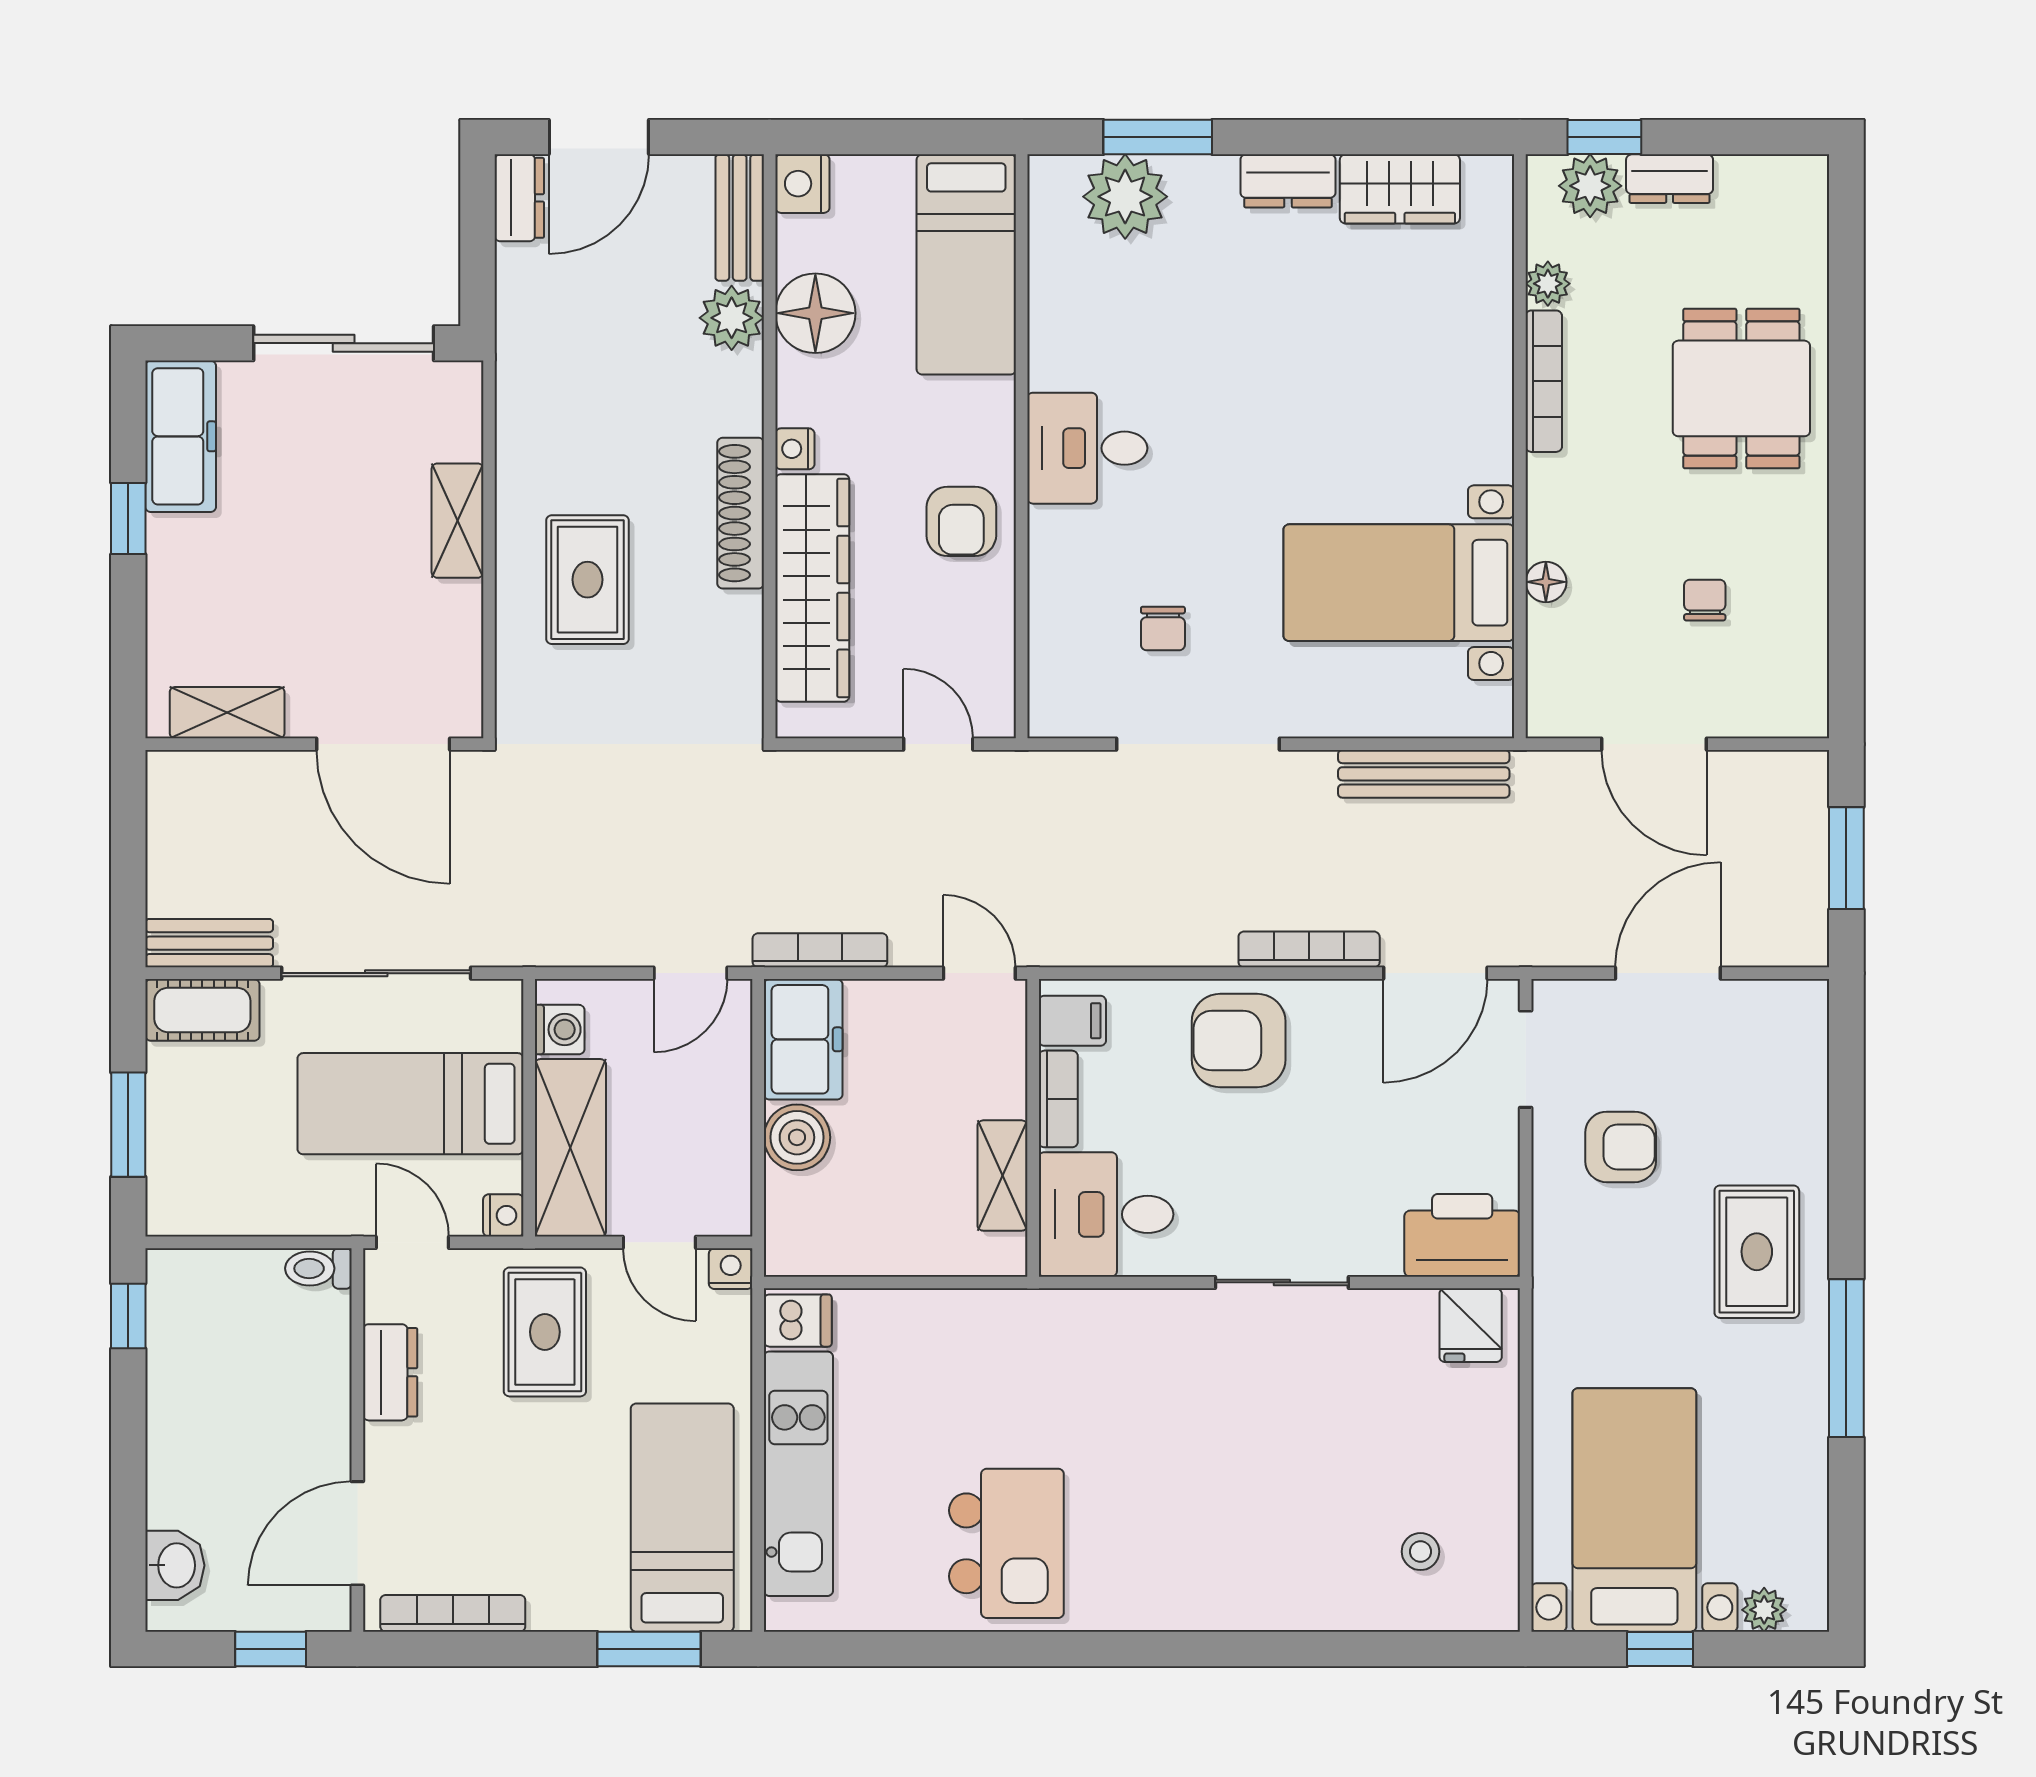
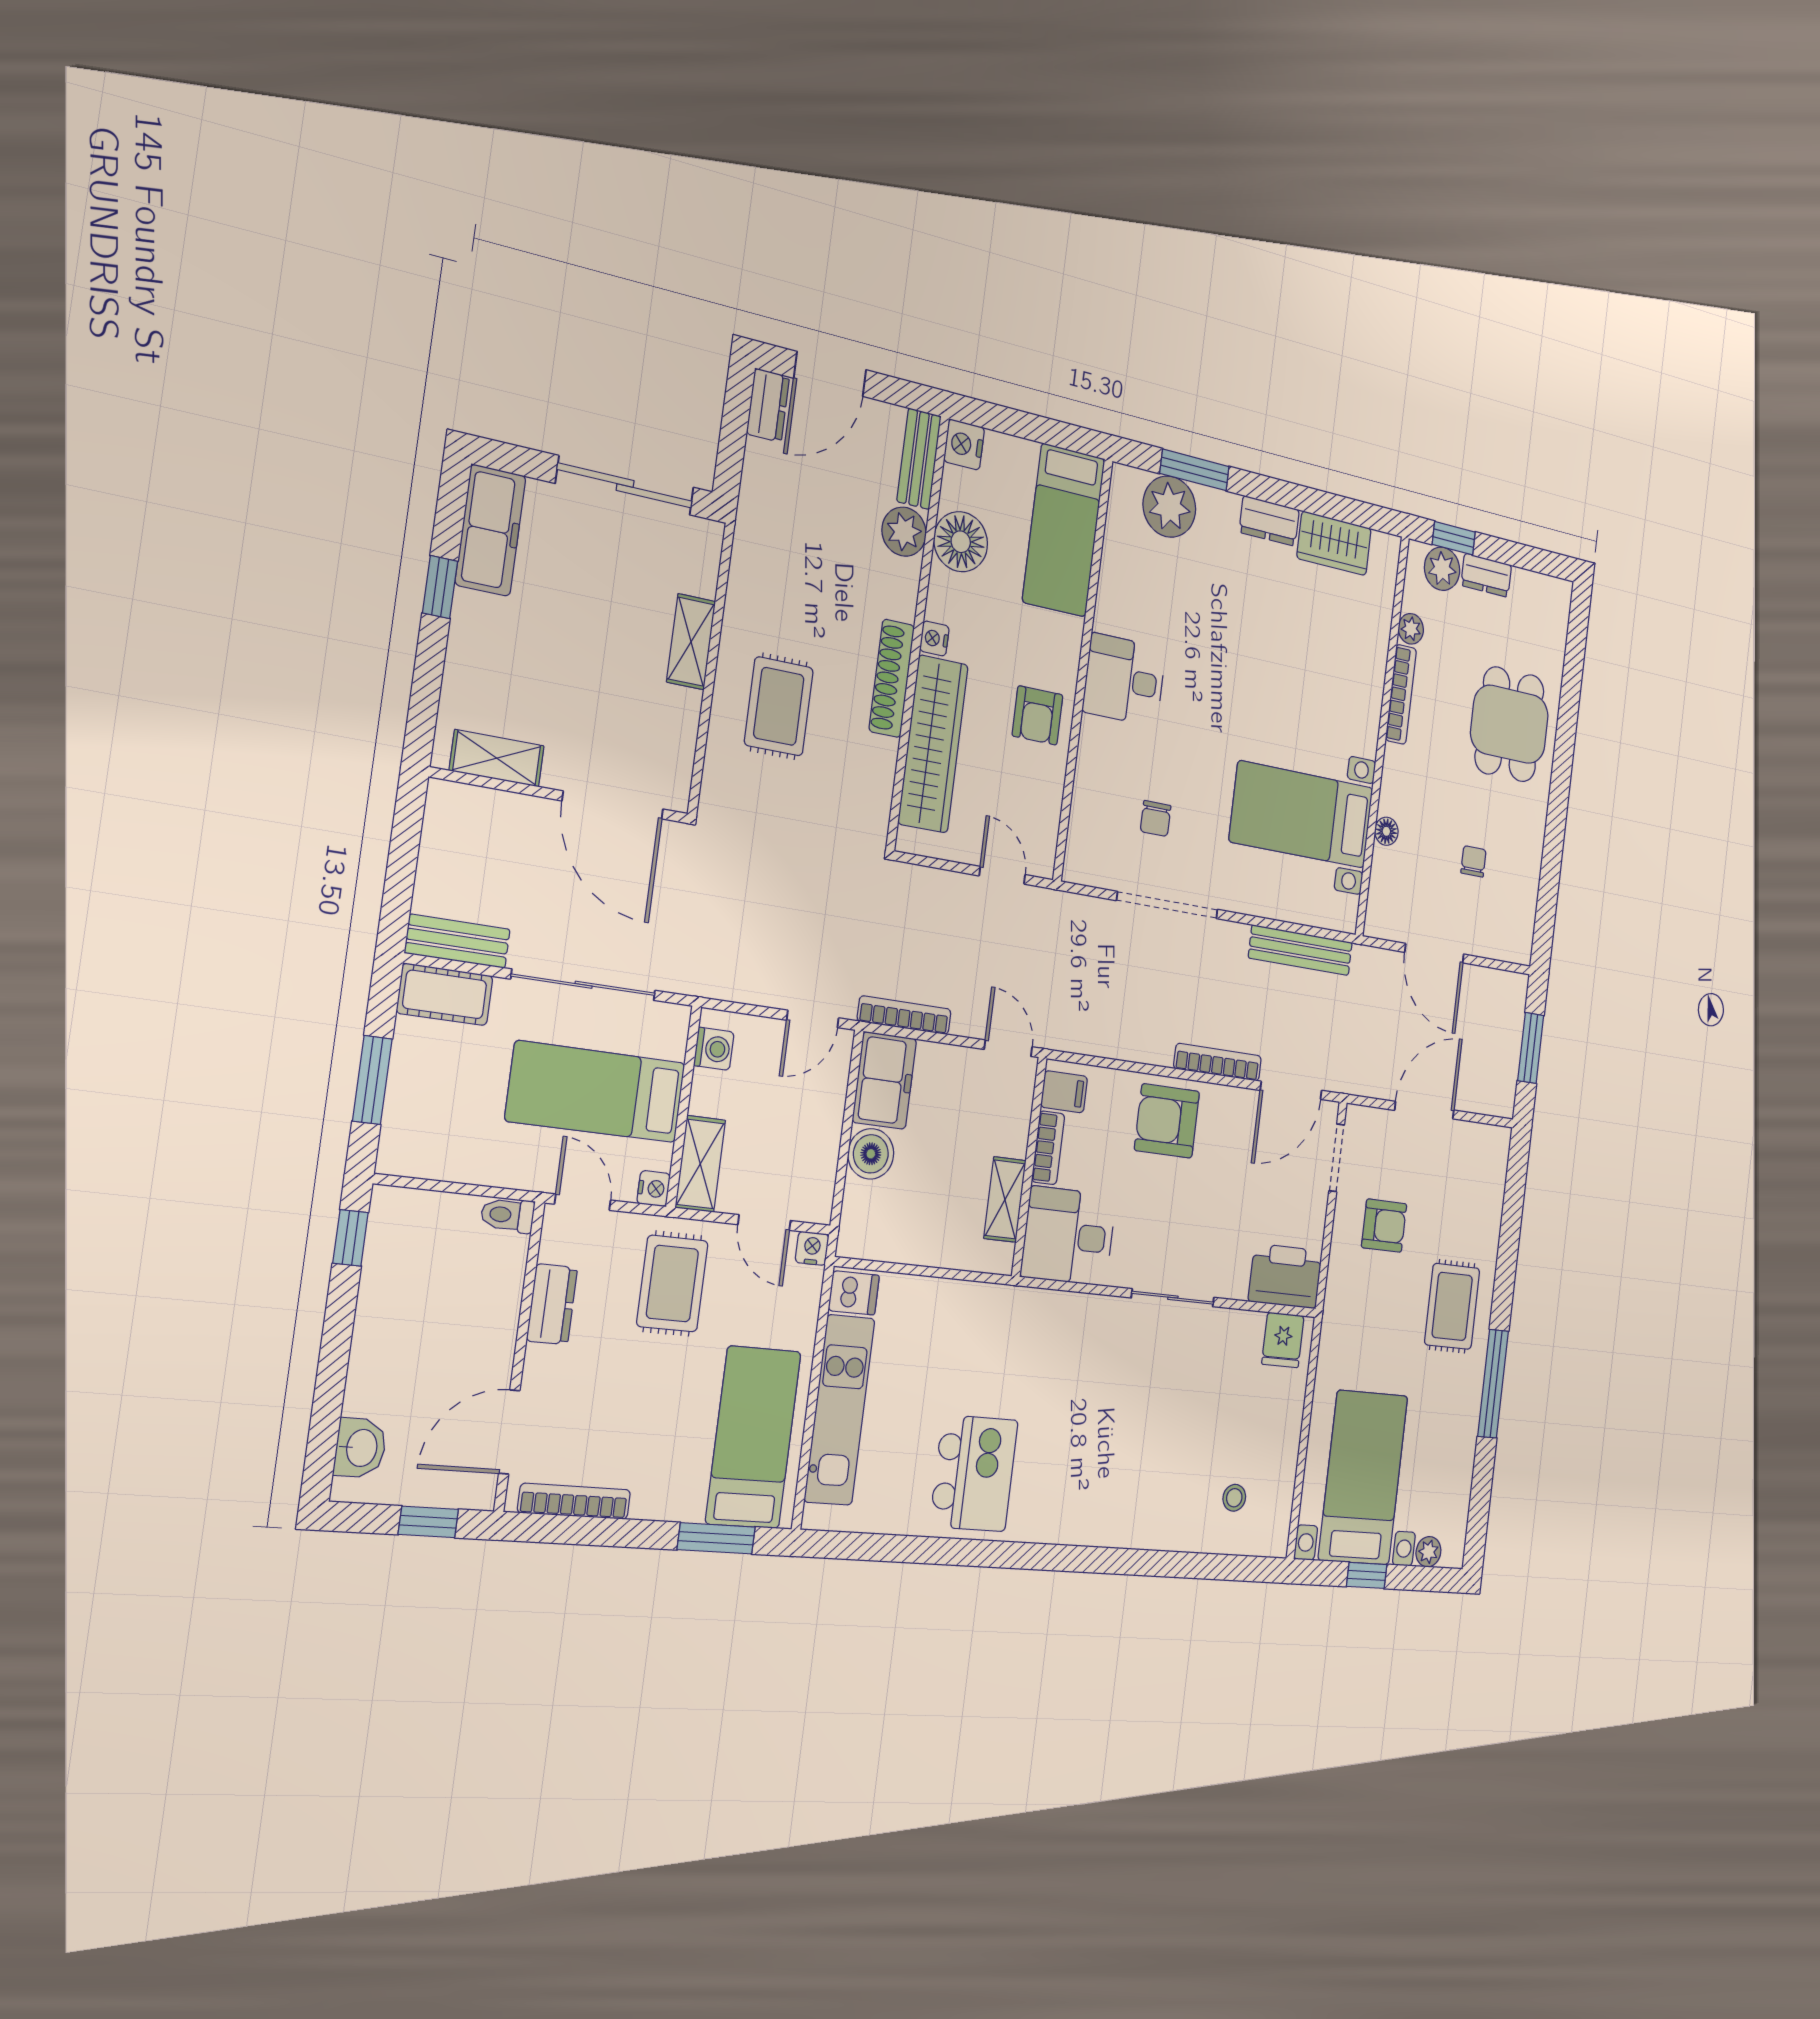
shelving: (570, 1148) -> (700, 1164), width x0.67, depth x0.75

